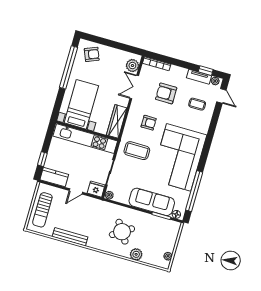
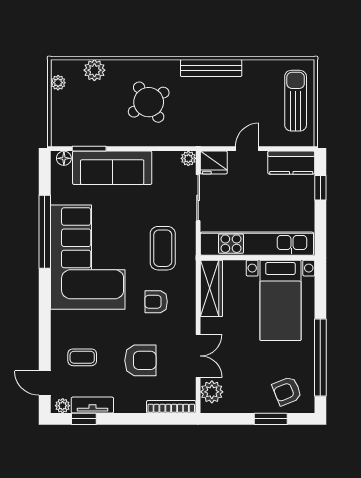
window: (105, 42) -> (271, 419), added
coffee table: (137, 151) -> (163, 248), turned 90
window: (194, 191) -> (45, 232), moved
bench: (70, 237) -> (211, 68), moved
plant: (136, 254) -> (94, 70), moved

